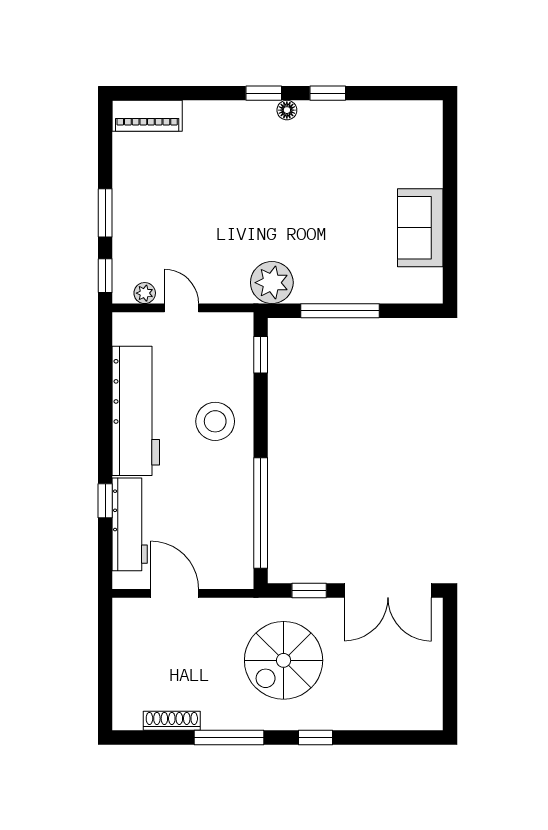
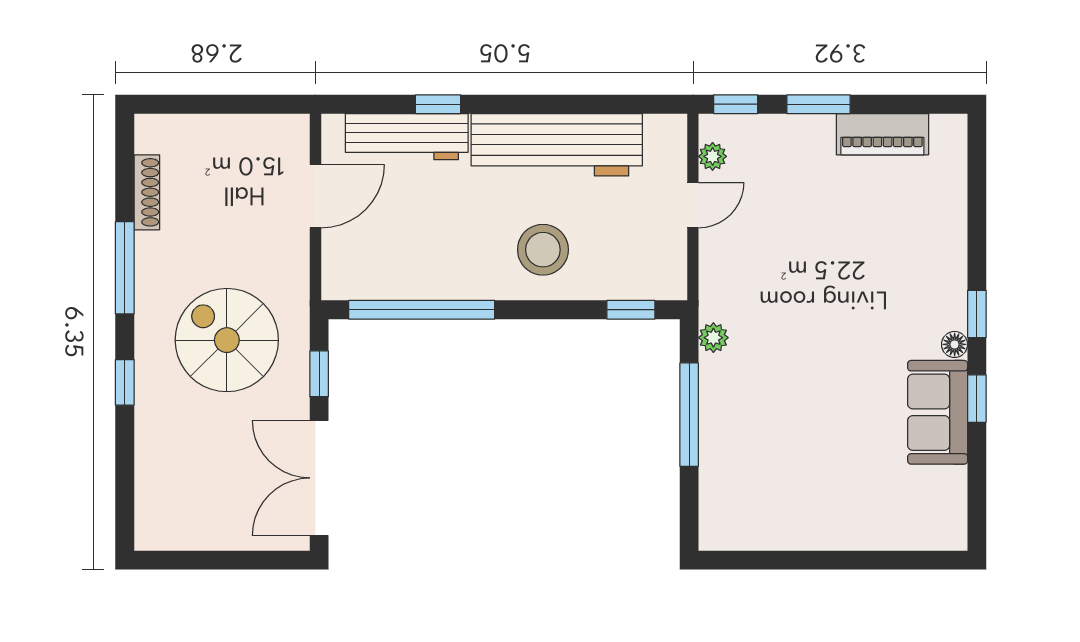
piano: (147, 116) -> (882, 134), moved, turned -90
sofa: (420, 228) -> (938, 412), moved, turned -90
plant: (272, 283) -> (713, 338), width x0.53, depth x0.53

